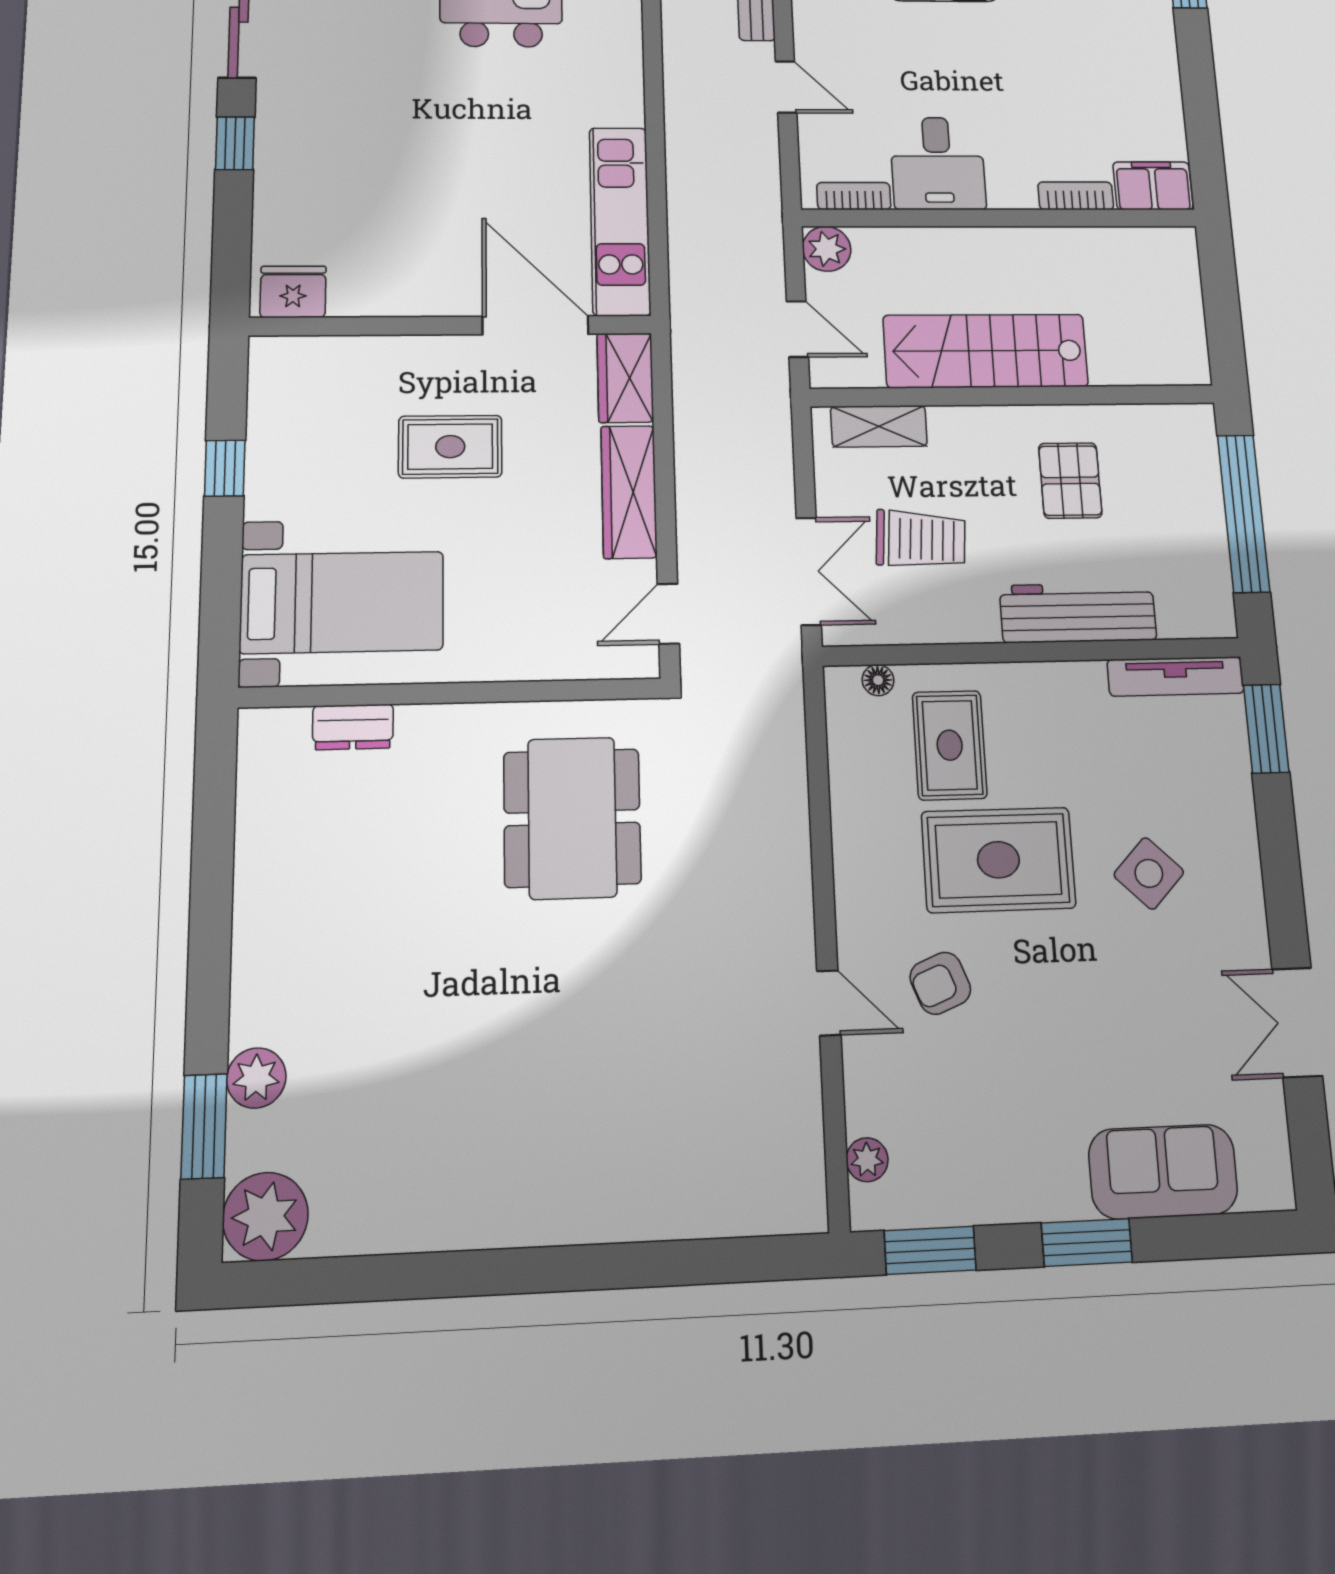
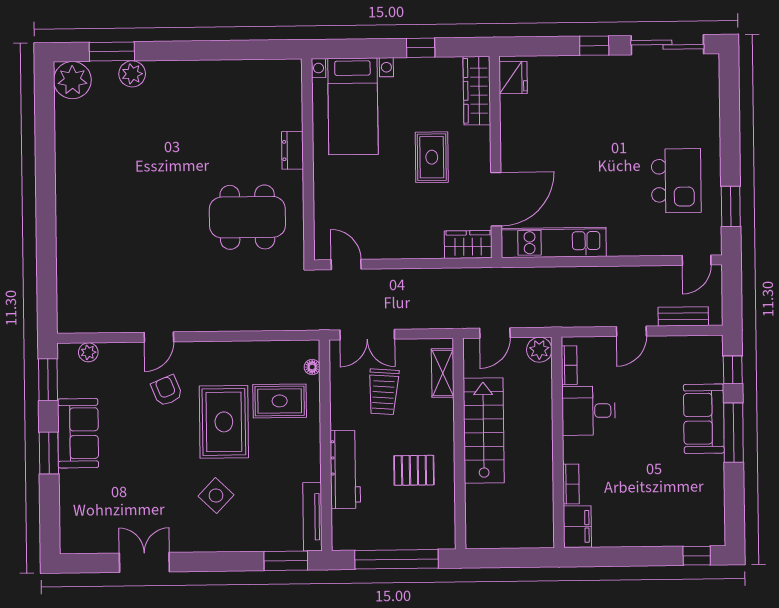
wardrobe: (629, 492) -> (477, 91), moved, turned -90
dresser: (353, 727) -> (293, 150), moved
sofa: (1163, 1172) -> (78, 433), moved

